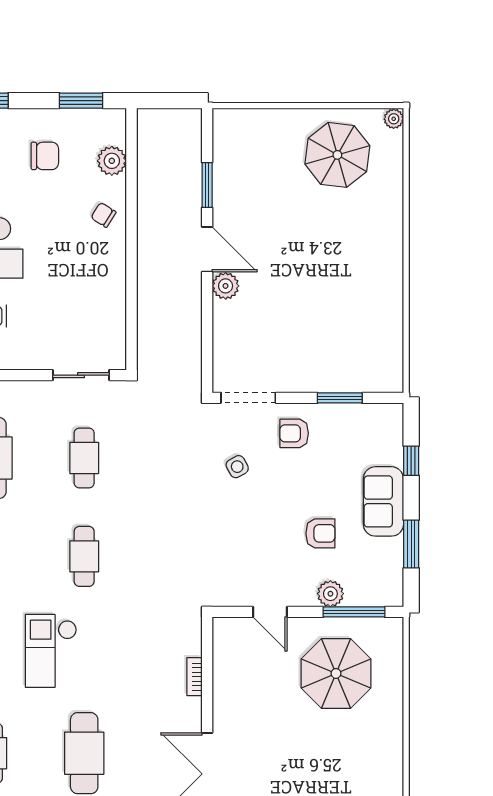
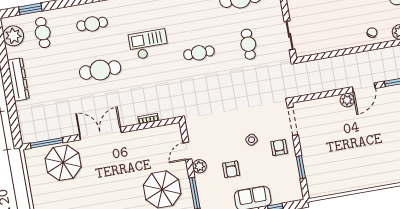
cafe table: (84, 458) -> (248, 44), turned 90
side table: (237, 467) -> (252, 140), moved
plant: (330, 594) -> (199, 166), moved

